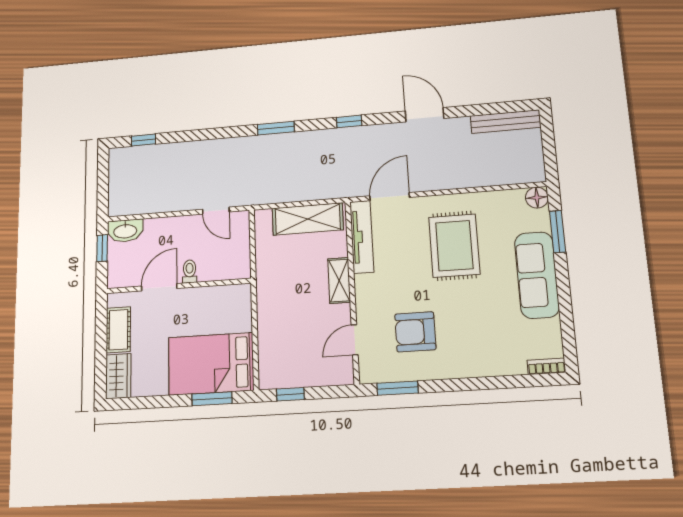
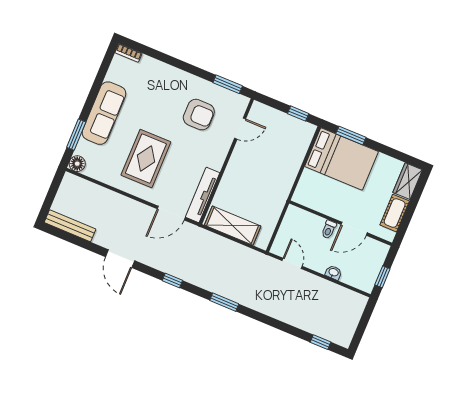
washbasin: (125, 231) -> (333, 273), moved, width x0.52, depth x0.69
shelving: (339, 281) -> (232, 173), removed

